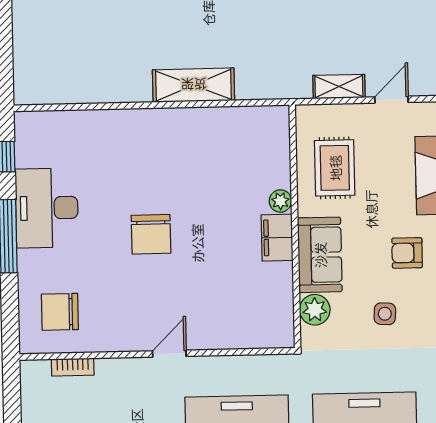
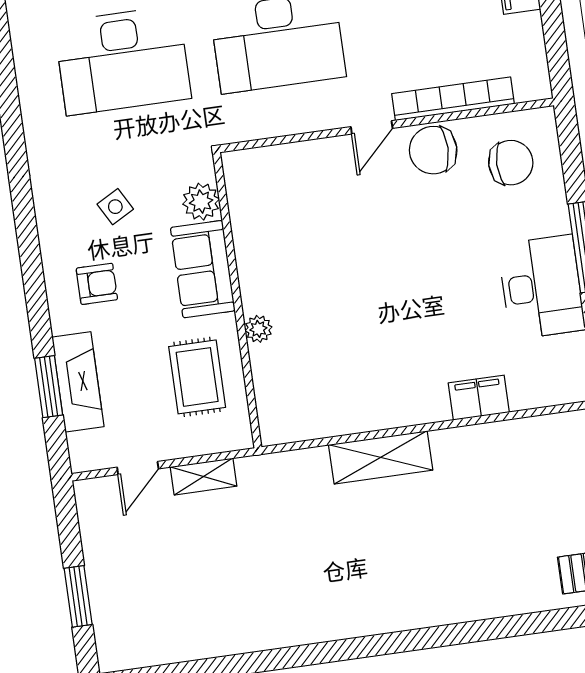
chair: (151, 234) -> (433, 150), moved, turned -90
filing cabinet: (277, 238) -> (479, 398), moved, turned -90
side table: (385, 314) -> (115, 207), turned -32
bookcase: (73, 367) -> (453, 99), width x2.31, depth x1.31

